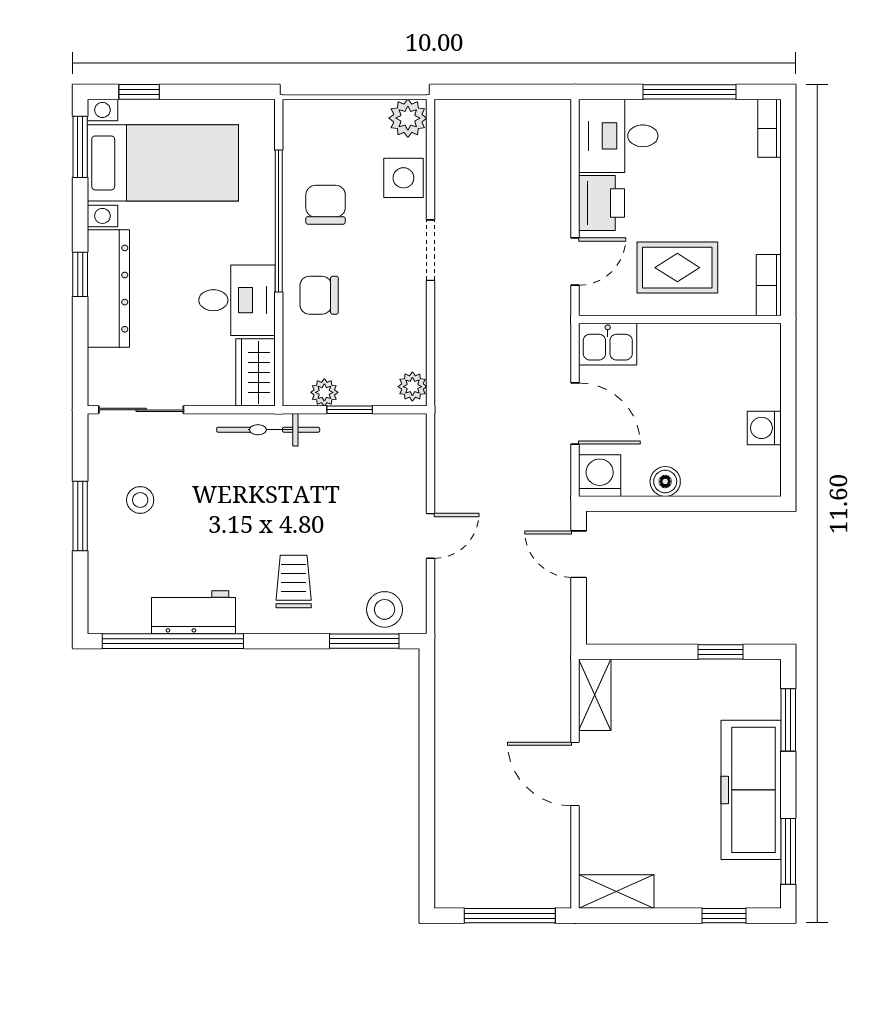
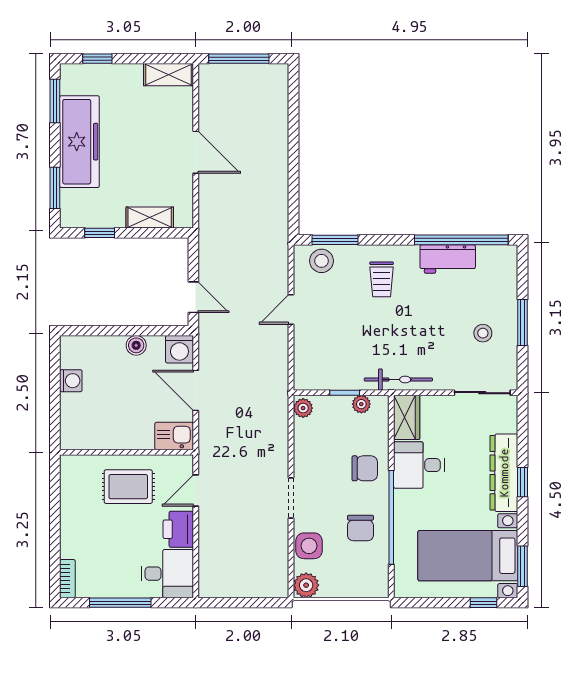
bookcase: (769, 285) -> (68, 475), removed
shelving: (595, 695) -> (150, 217), moved, turned 90

